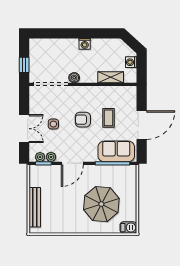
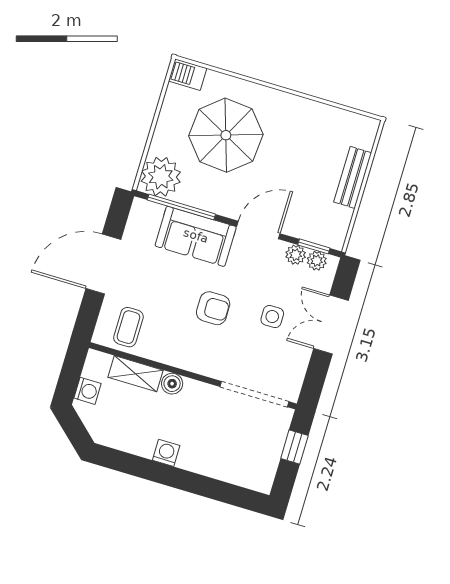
boiler: (74, 78) -> (172, 384), moved
coffee table: (109, 118) -> (128, 327), moved
sofa: (116, 151) -> (196, 236), moved
plant: (127, 175) -> (161, 177), added
bench: (35, 207) -> (353, 177), width x0.73

